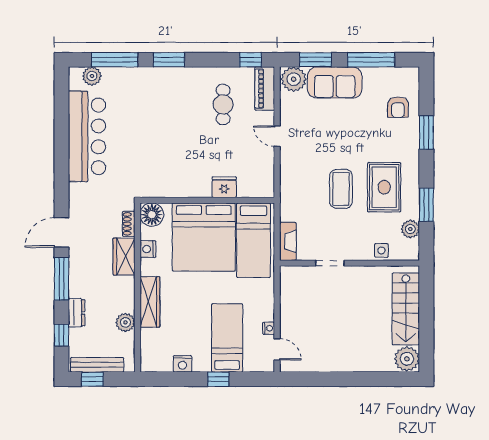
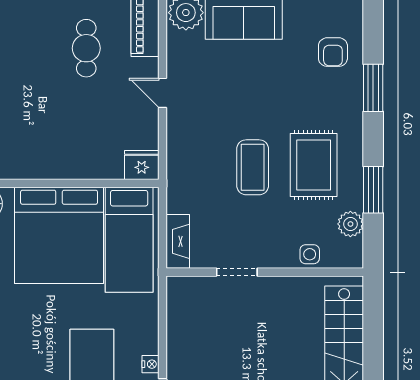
fridge: (224, 187) -> (142, 165), moved

